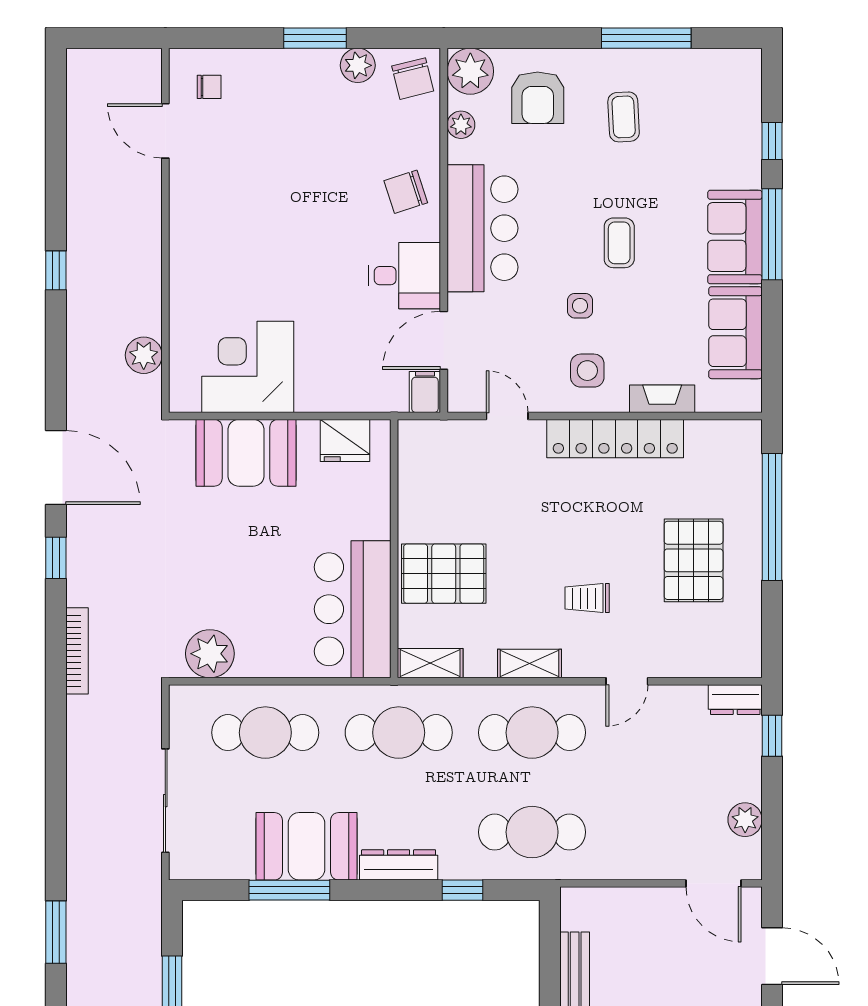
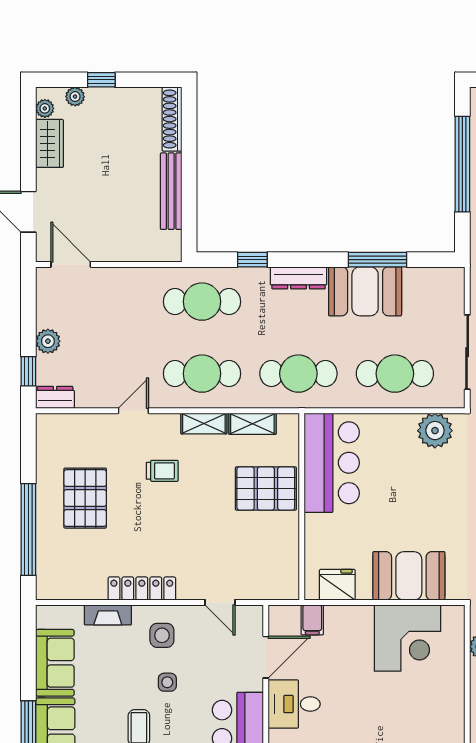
filing cabinet: (425, 392) -> (312, 620), moved
locker: (615, 439) -> (142, 589), width x0.71, depth x0.83
shelving: (430, 663) -> (252, 424), moved
sliding door: (165, 801) -> (467, 352), moved
plant: (745, 820) -> (48, 341), moved

